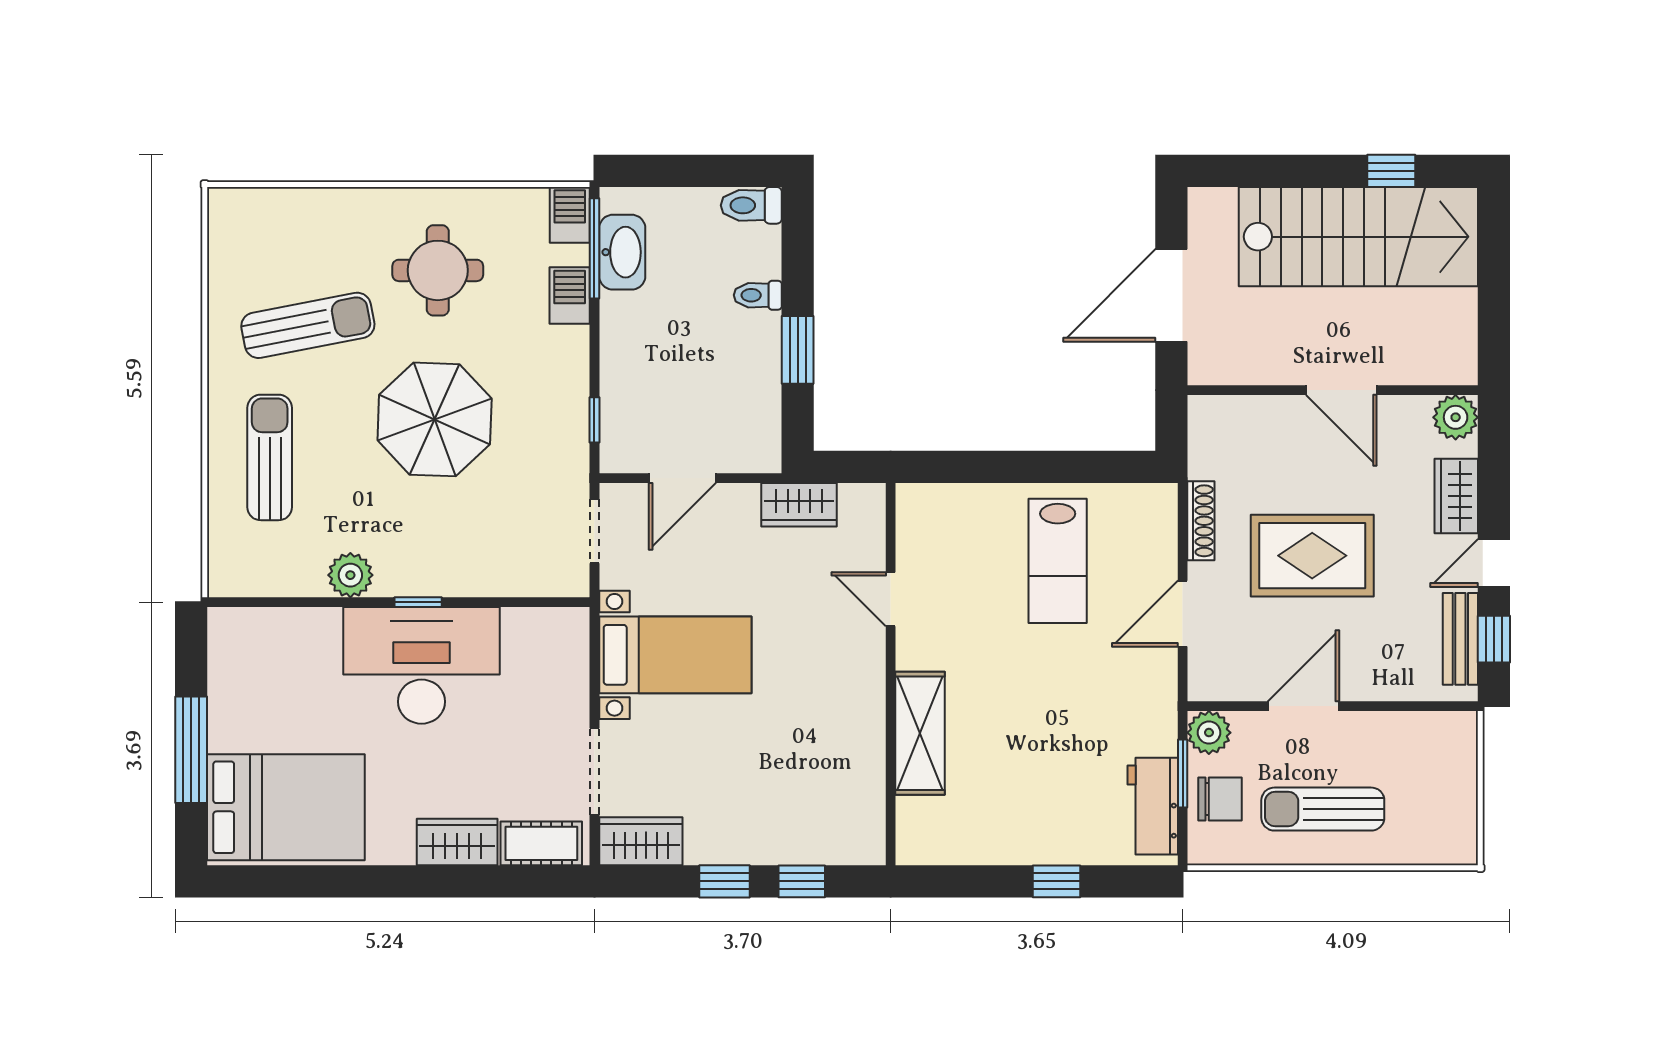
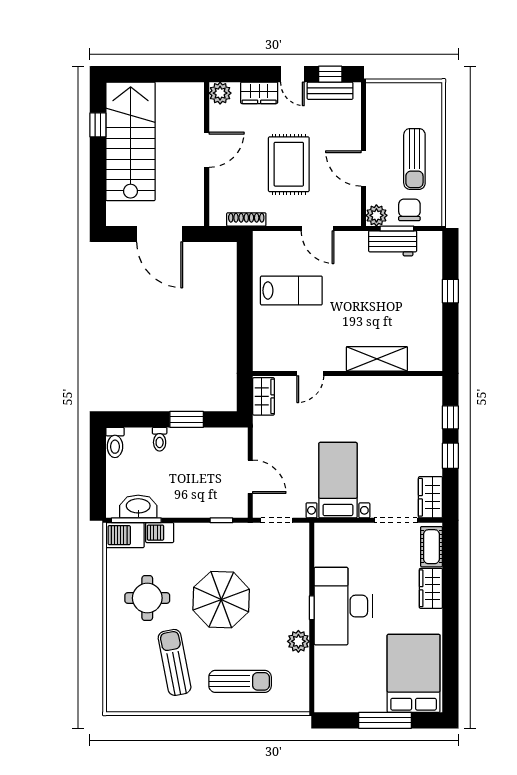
barbecue: (570, 215) -> (125, 535), width x1.38, depth x1.27
sun lounger: (270, 457) -> (240, 681), turned 180
wardrobe: (799, 505) -> (264, 396), moved
shoe rack: (1201, 521) -> (246, 219), moved
workbench: (1153, 806) -> (393, 243), moved

